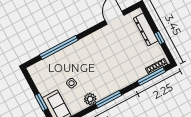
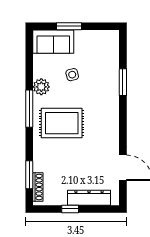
window: (59, 48) -> (123, 82), width x0.47
rug: (107, 73) -> (62, 123), added
window: (151, 76) -> (29, 175), width x0.69

